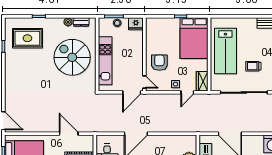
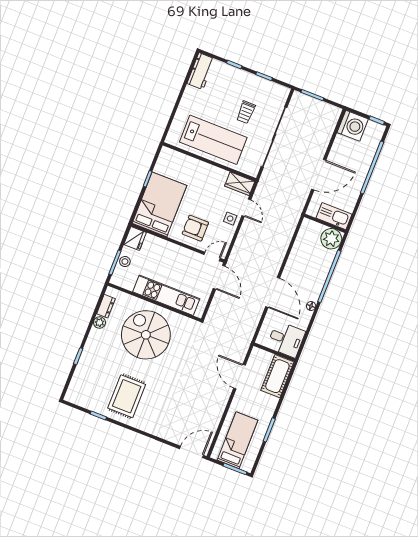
rug: (27, 38) -> (127, 396), moved
bed: (194, 38) -> (159, 204), moved, turned -90
spiral stairs: (72, 57) -> (146, 335), turned 90
door: (69, 134) -> (240, 377), hinge flipped

